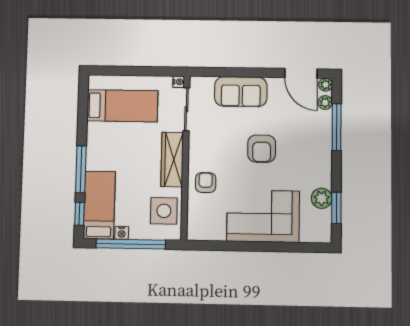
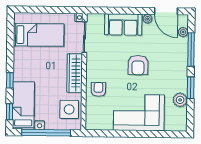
plant: (326, 85) -> (148, 19), moved
window: (81, 169) -> (10, 80), width x0.46
window: (336, 208) -> (191, 88), moved

